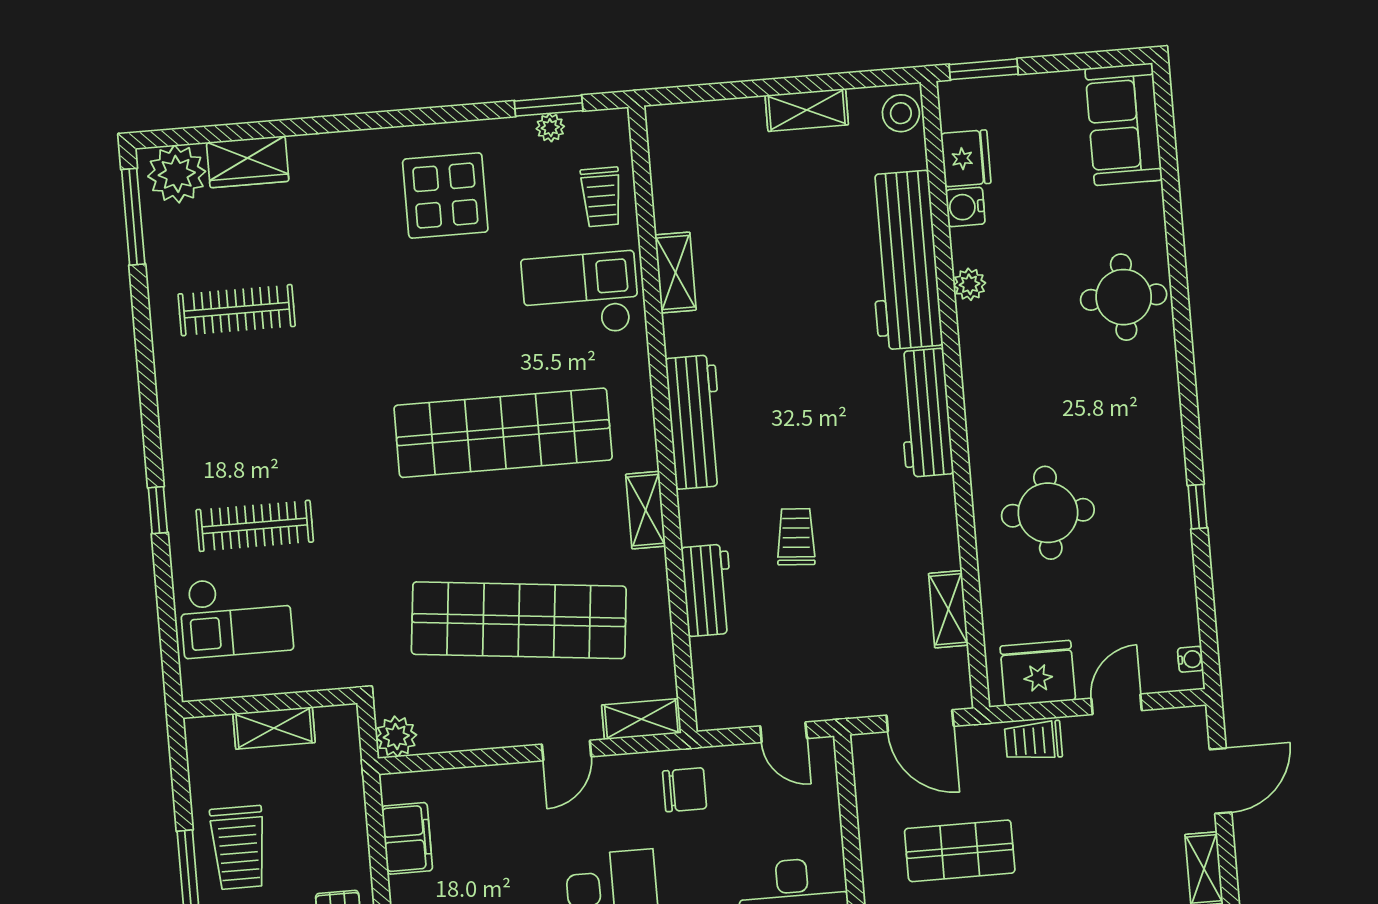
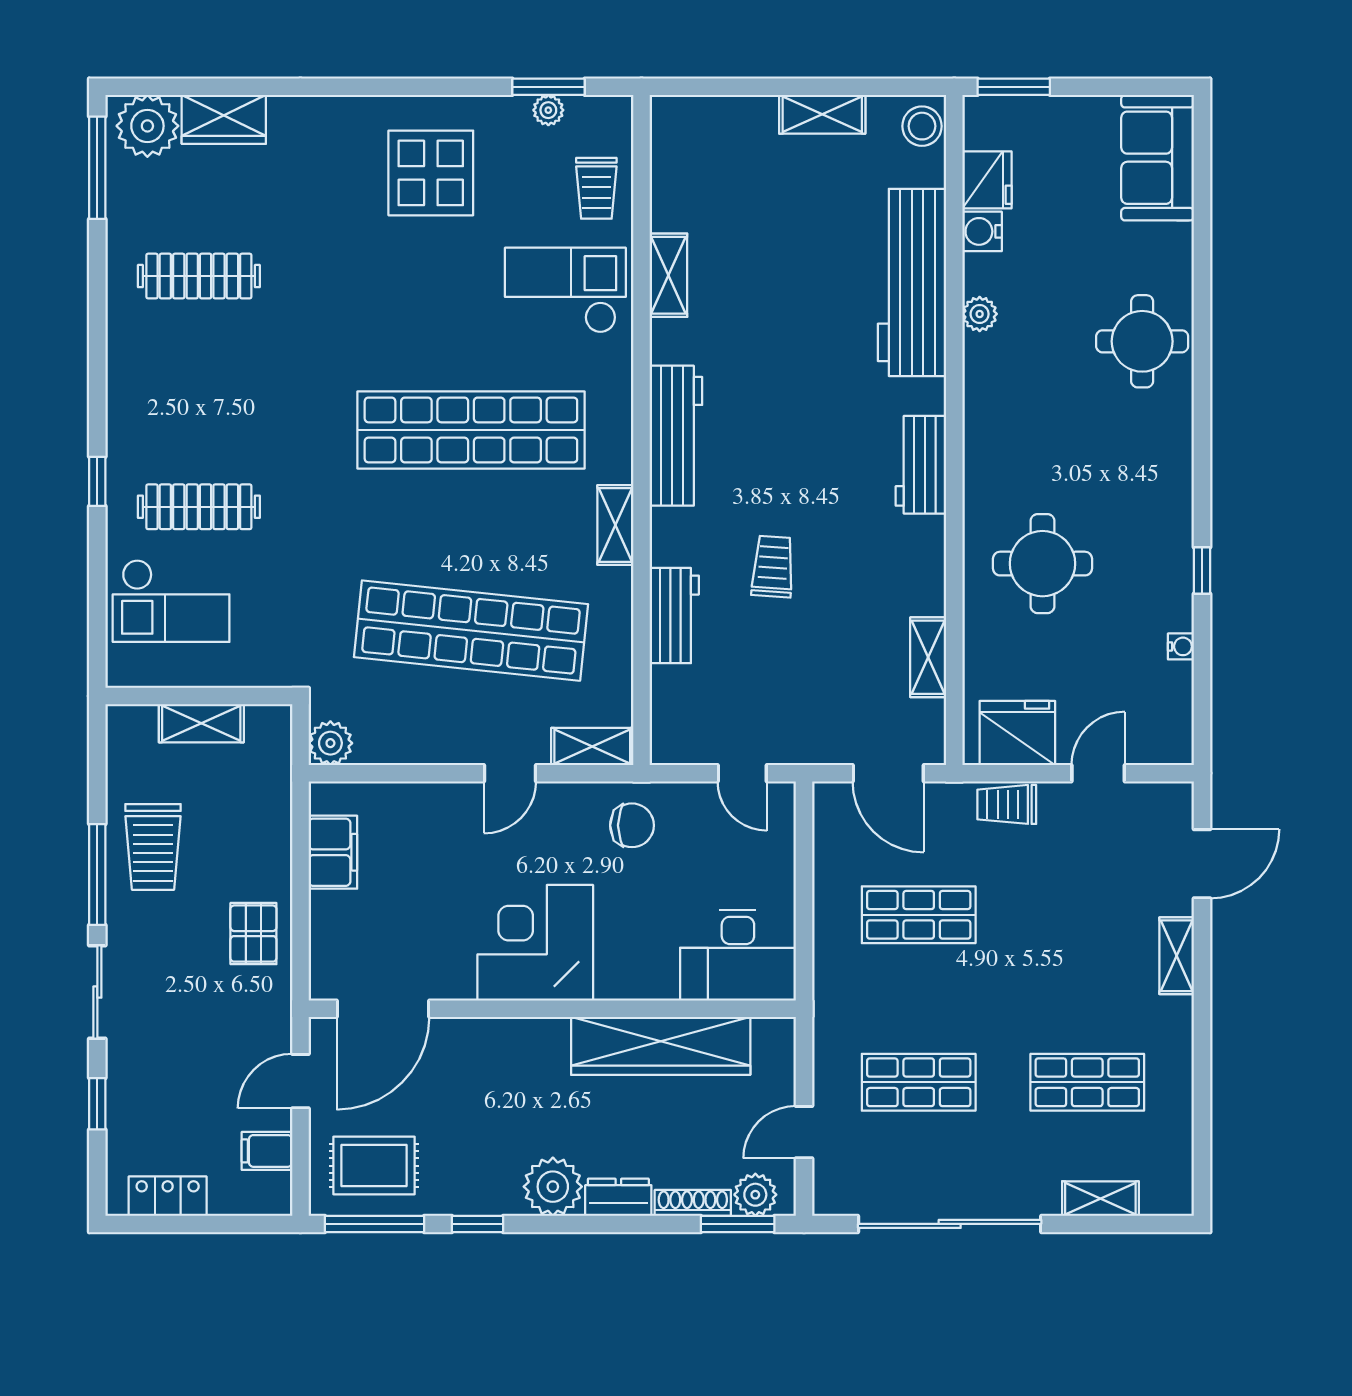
workbench: (925, 413) -> (921, 465), width x0.73
water cooler: (1190, 659) -> (1181, 646), moved

